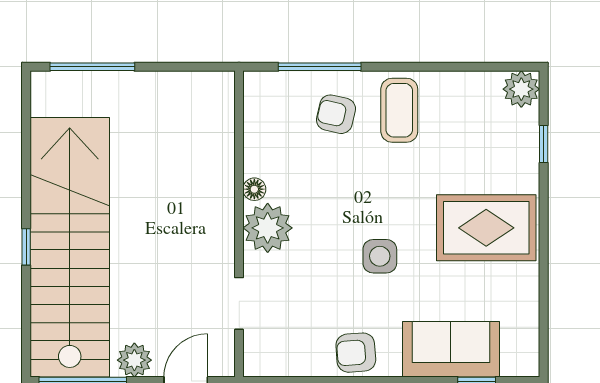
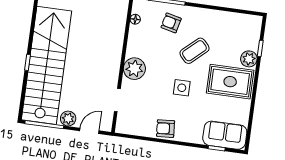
plant: (521, 89) -> (249, 59), moved
coffee table: (399, 110) -> (194, 51), moved, turned 48
floor lamp: (254, 189) -> (135, 19), moved
sofa: (451, 349) -> (225, 135), moved

